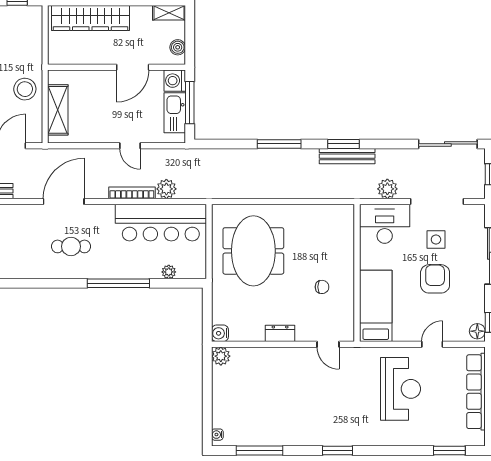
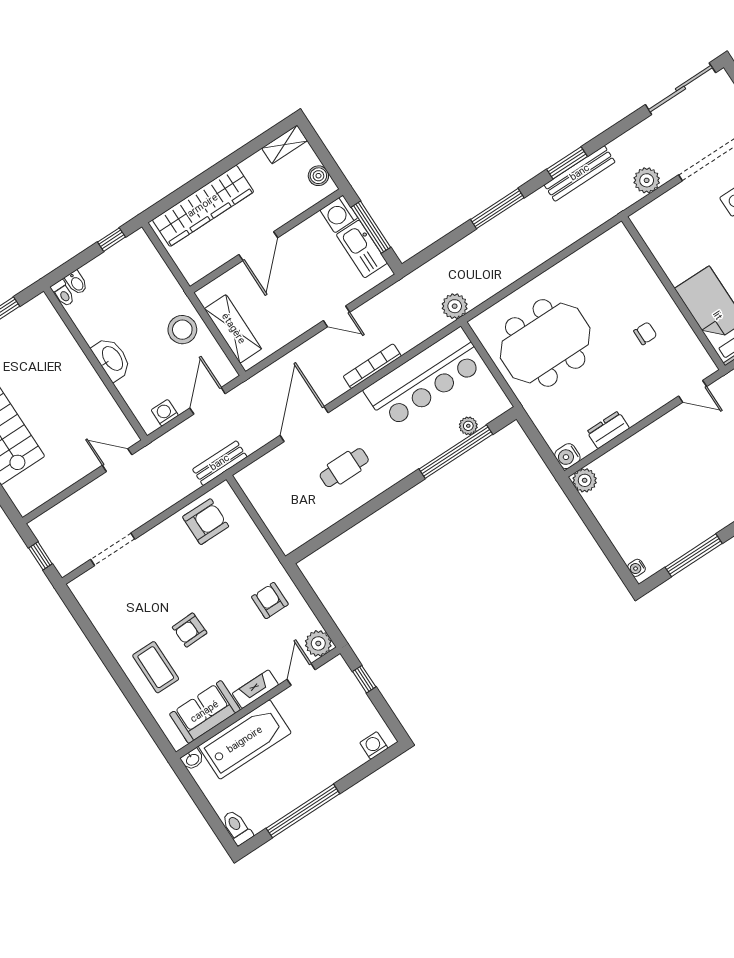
door: (133, 67) -> (258, 246), moved
plant: (166, 189) -> (455, 306), moved
desk: (385, 224) -> (668, 220), removed
meeting table: (253, 251) -> (545, 343), turned 90
window: (118, 283) -> (456, 452), moved
dresser: (280, 333) -> (608, 430), moved

